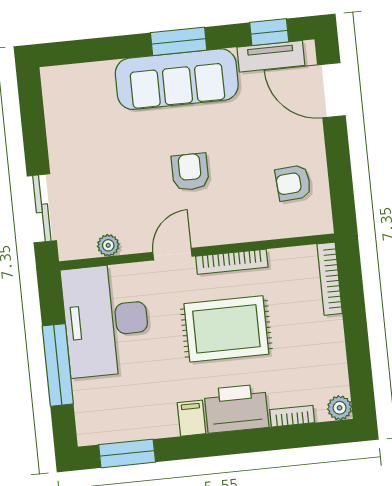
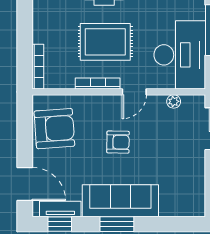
armchair: (190, 172) -> (118, 142), turned -89
armchair: (293, 183) -> (54, 129), width x1.88, depth x1.88

